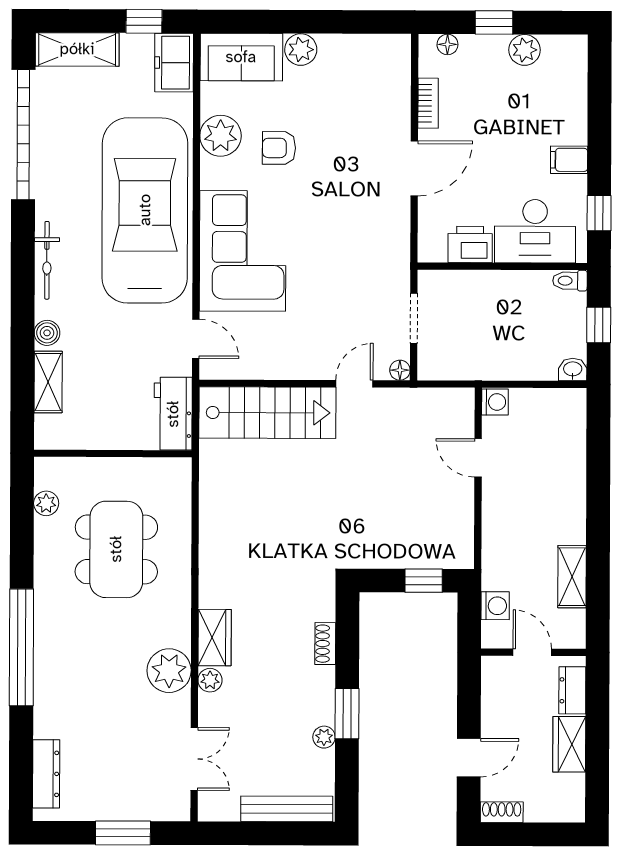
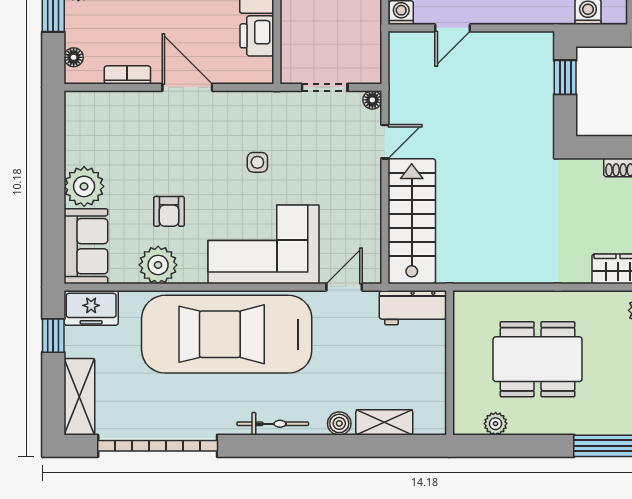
plant: (301, 50) -> (84, 186), width x1.36, depth x1.36
side table: (332, 245) -> (257, 162), added
door: (354, 384) -> (385, 142), swing flipped

